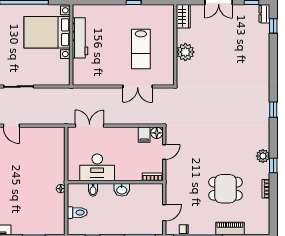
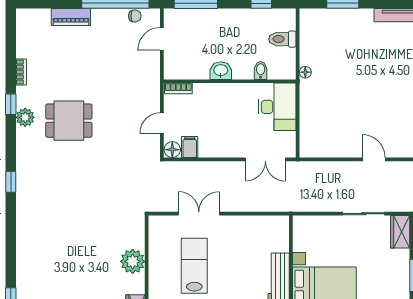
desk: (97, 167) -> (277, 107), moved, turned 90
dining table: (226, 189) -> (69, 121), moved

